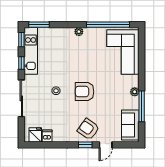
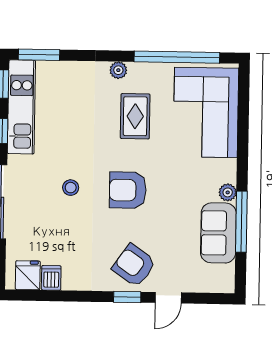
rug: (88, 54) -> (135, 116), added
sofa: (130, 125) -> (218, 233), moved

